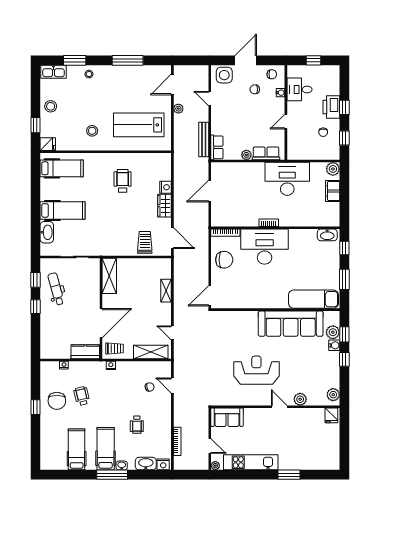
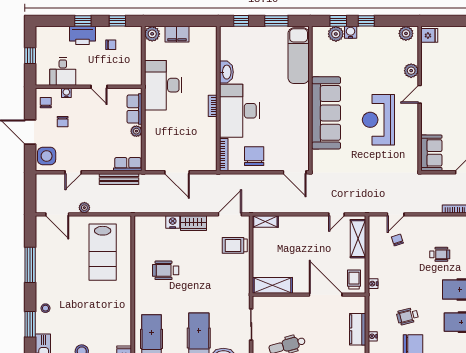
stool: (92, 131) -> (109, 305), removed
washbasin: (327, 235) -> (226, 72), moved
shelving: (166, 291) -> (265, 221), moved
sofa: (291, 324) -> (326, 113), moved
kitchen counter: (85, 352) -> (358, 329), moved

